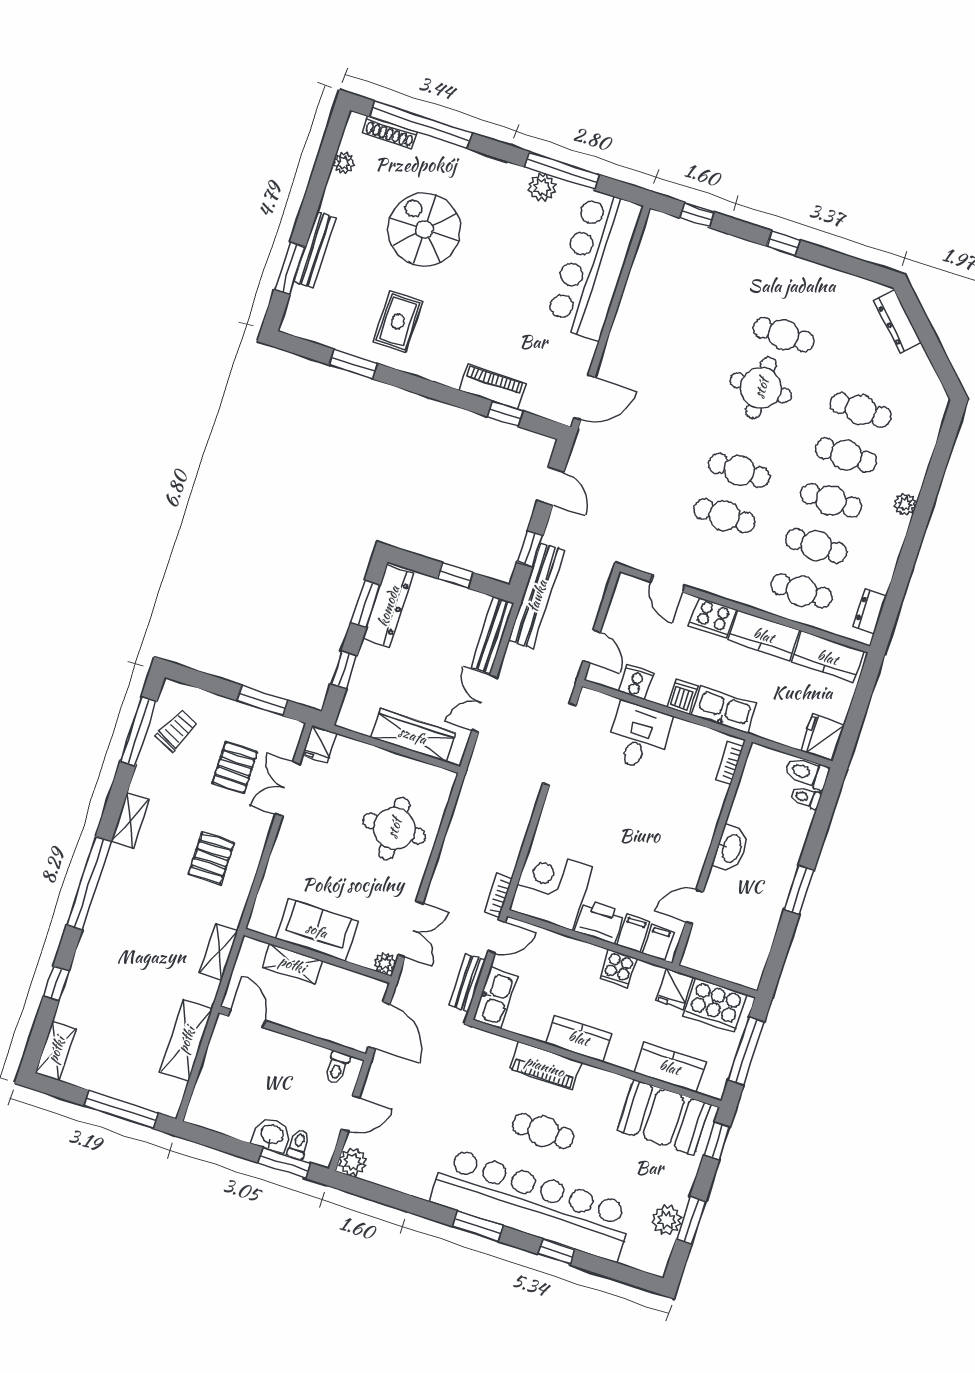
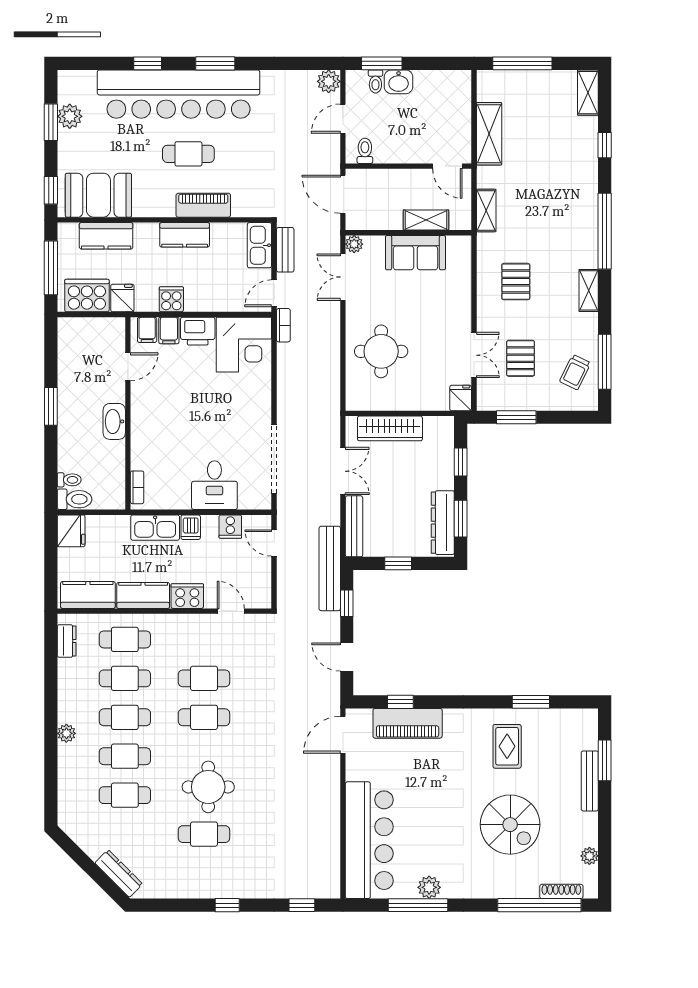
piano: (493, 387) -> (408, 723), width x1.37, depth x1.33

